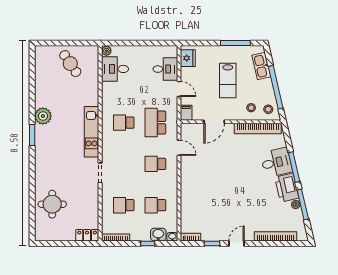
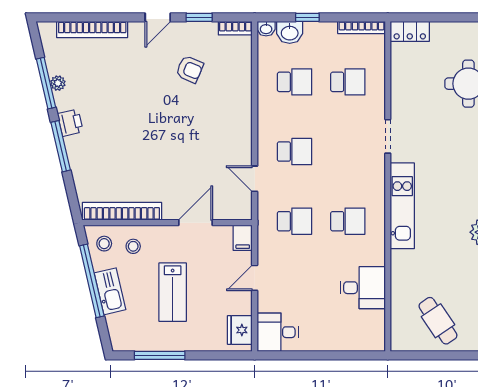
plant: (106, 51) -> (377, 342), removed
kitchen sink: (261, 66) -> (110, 291), moved
desk: (115, 69) -> (363, 288), moved
desk: (165, 69) -> (278, 332), moved
lab bench: (228, 80) -> (173, 292), turned 180
door: (179, 89) -> (255, 278), hinge flipped
school desk: (155, 123) -> (295, 221), width x0.54
desk: (276, 162) -> (91, 154), removed
printer: (287, 188) -> (70, 123), width x0.53, depth x0.68
armchair: (218, 213) -> (190, 69), added

